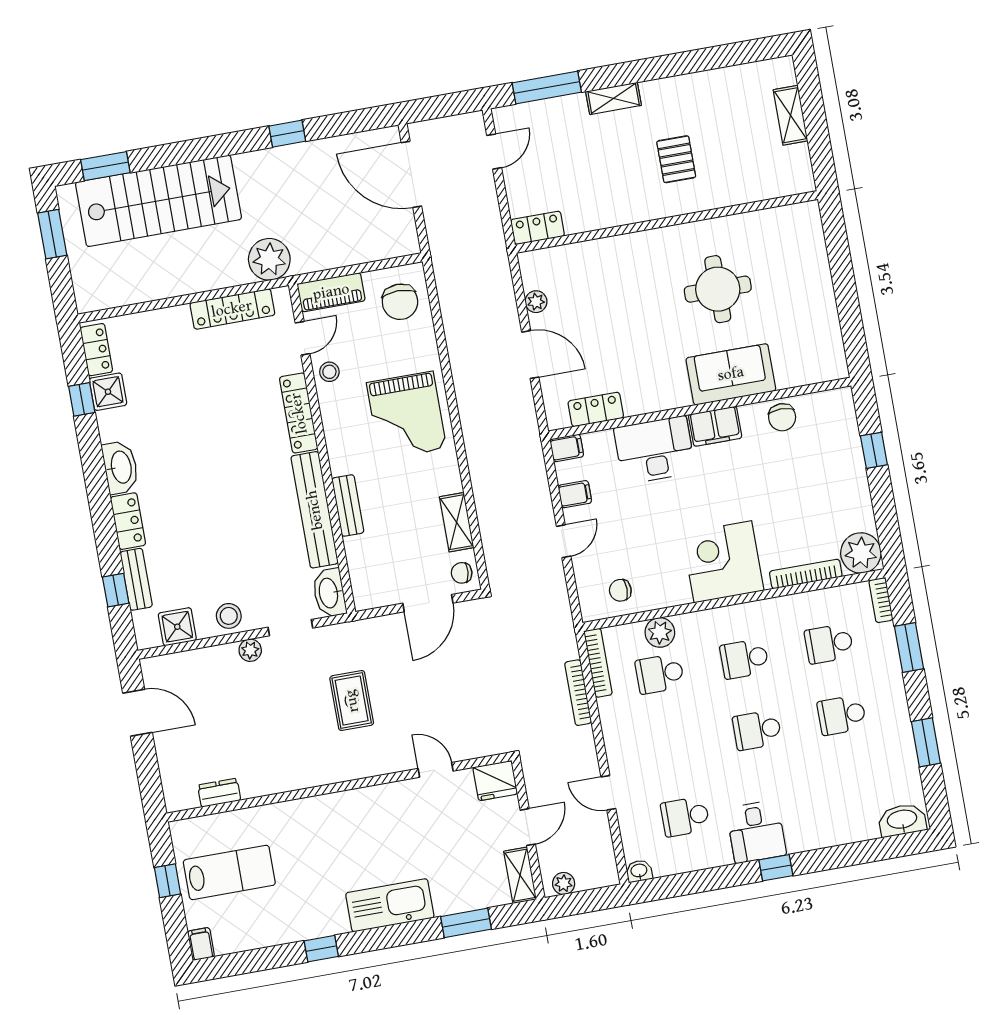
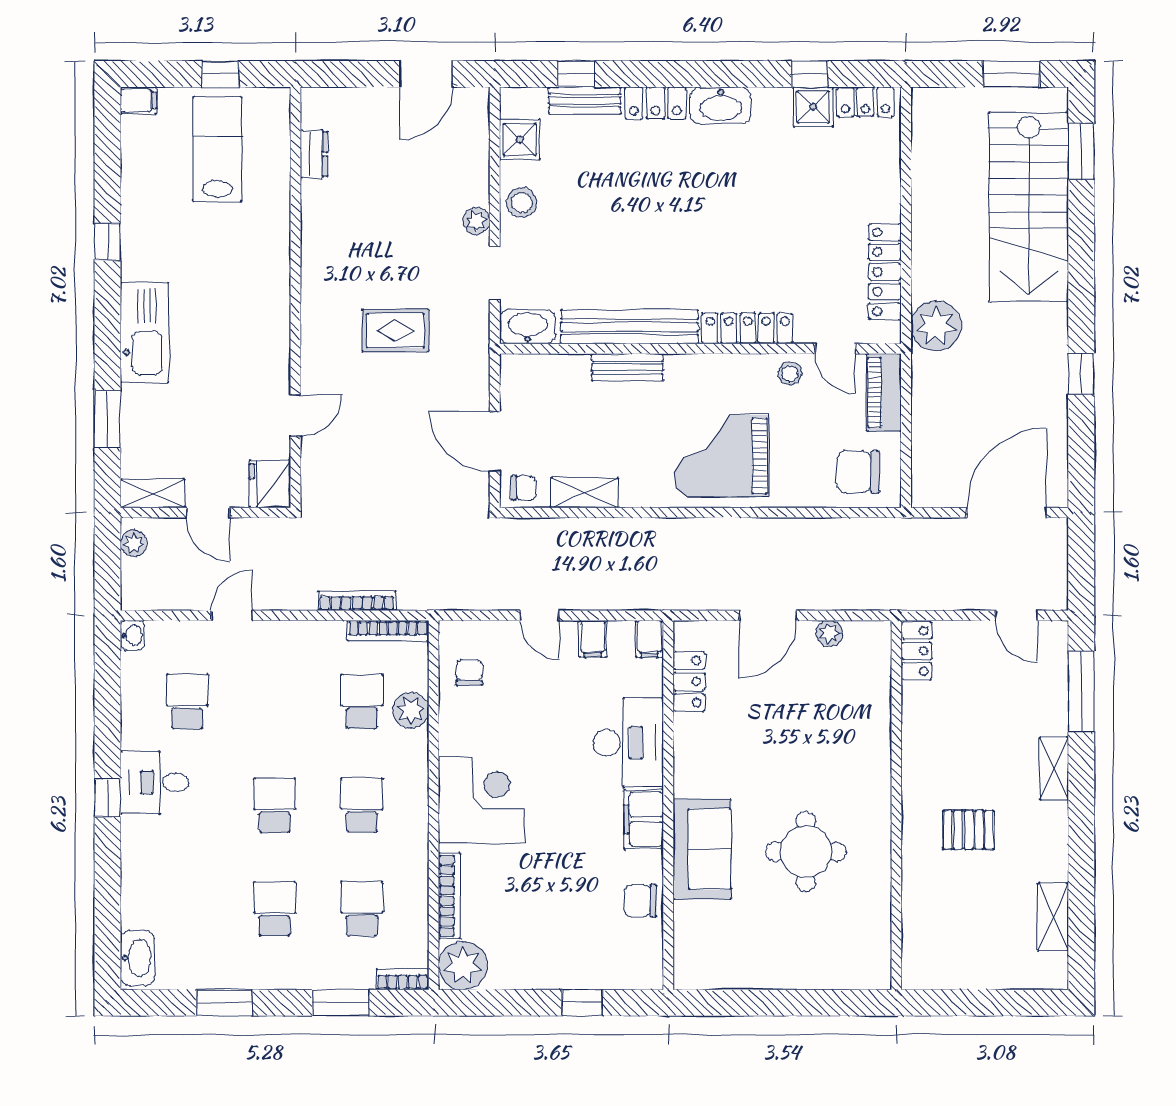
shelving: (790, 115) -> (1053, 917), moved, turned 90
chair: (462, 573) -> (523, 488), turned 84
lab bench: (229, 872) -> (217, 149), turned 180

